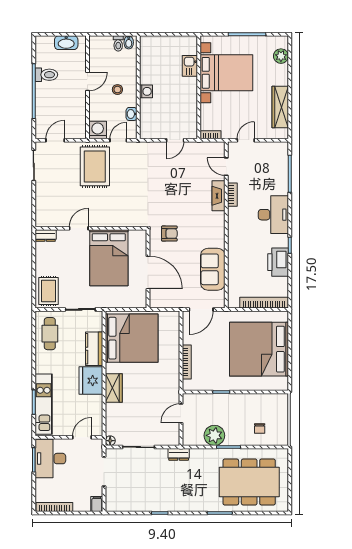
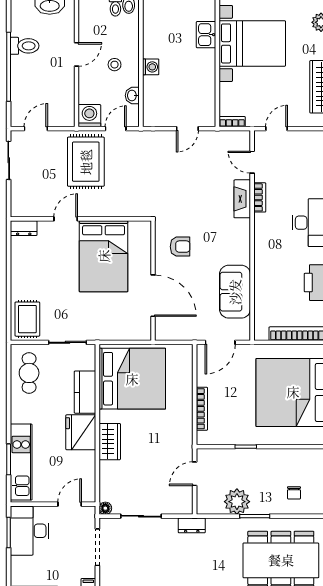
door: (79, 228) -> (66, 219), moved
wall: (91, 228) -> (81, 219), moved
dresser: (46, 235) -> (24, 228), moved
bed: (109, 258) -> (104, 256), moved

